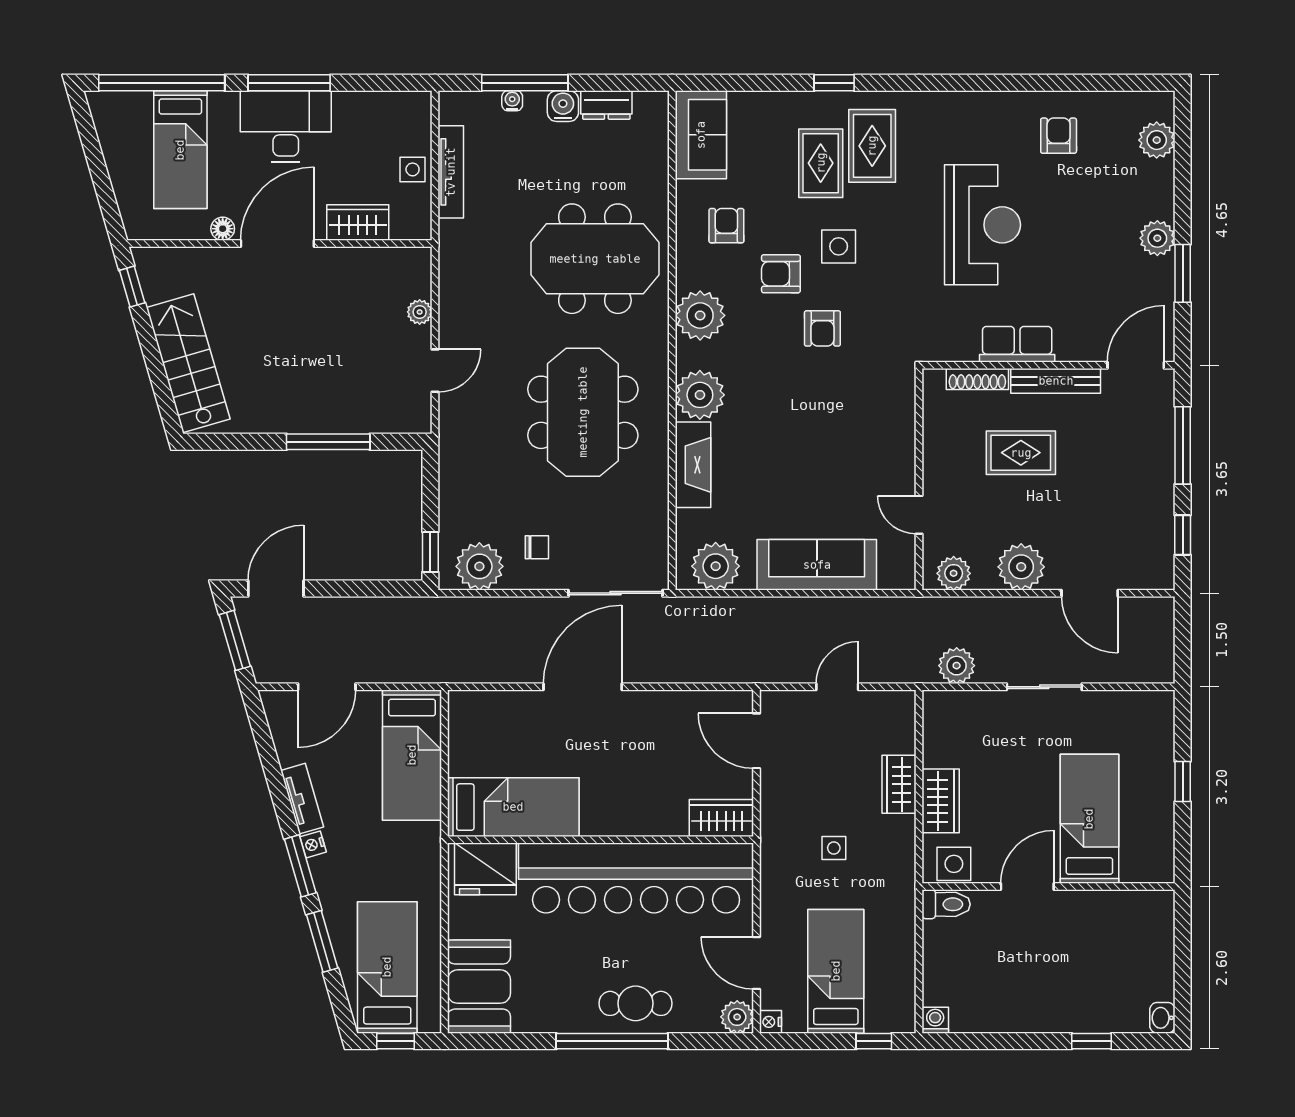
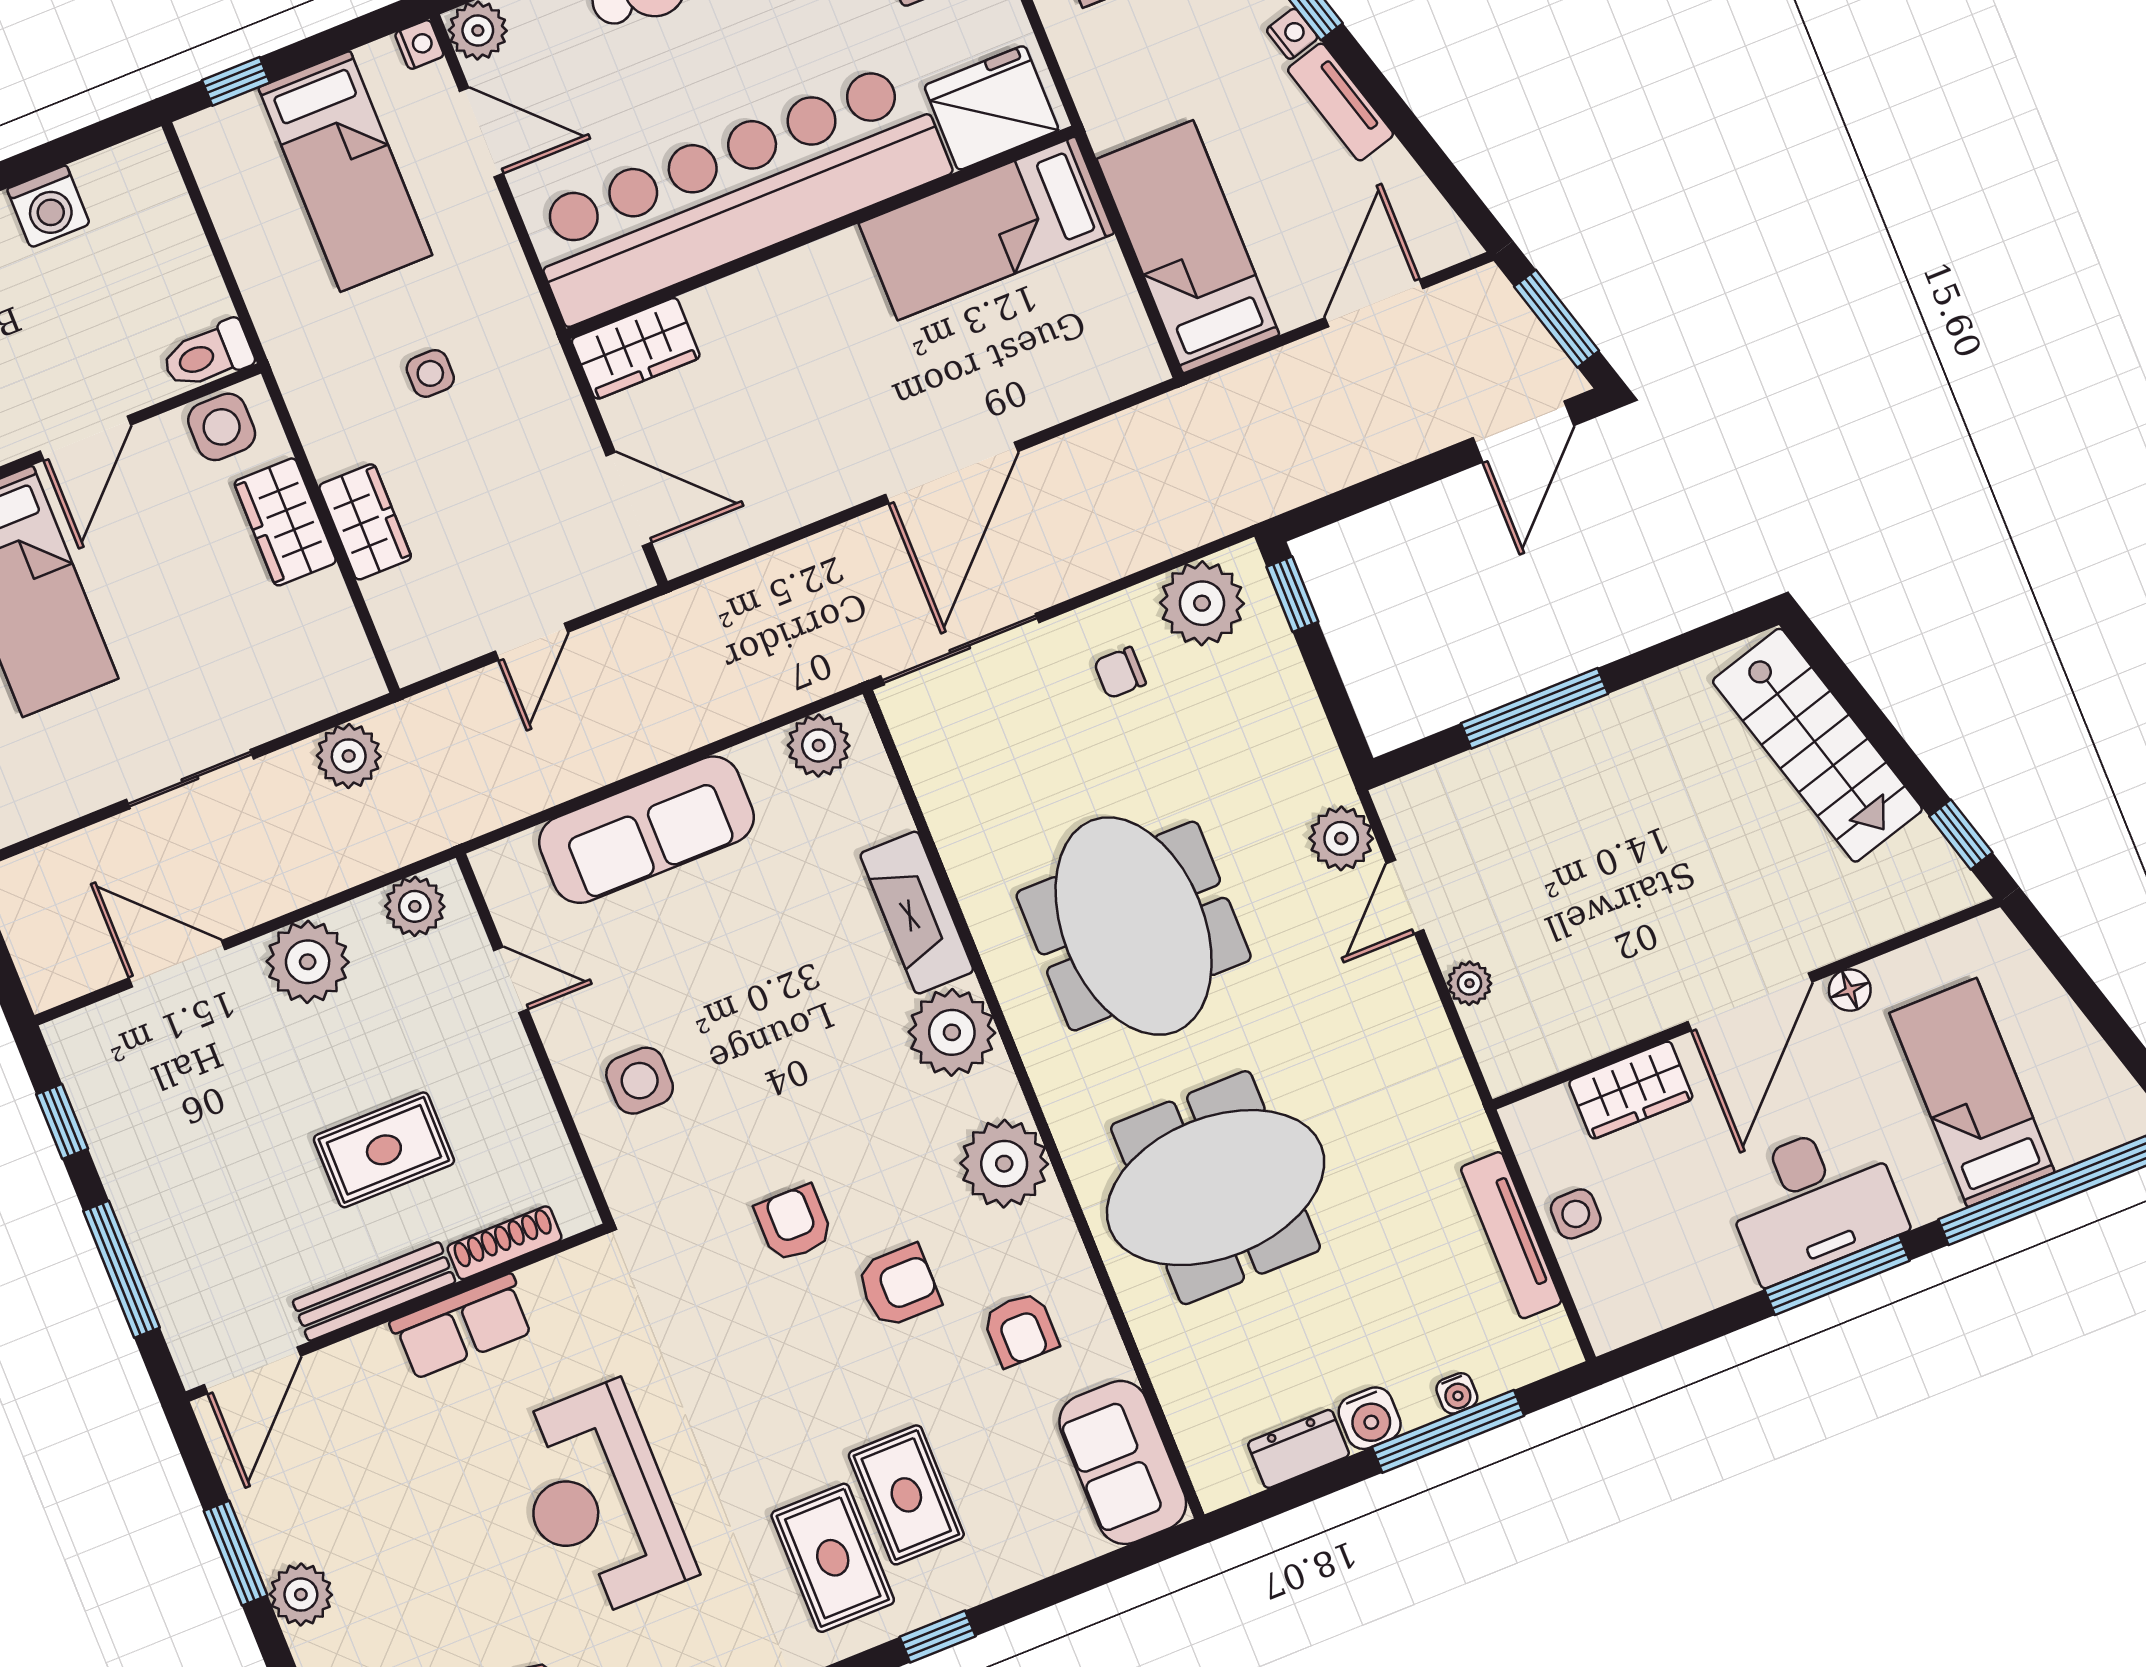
side table: (839, 246) -> (640, 1081), moved
plant: (456, 414) -> (1341, 838), added
plant: (716, 566) -> (819, 745), width x0.73, depth x0.73
washing machine: (935, 1020) -> (48, 206), moved, width x1.38, depth x1.38

